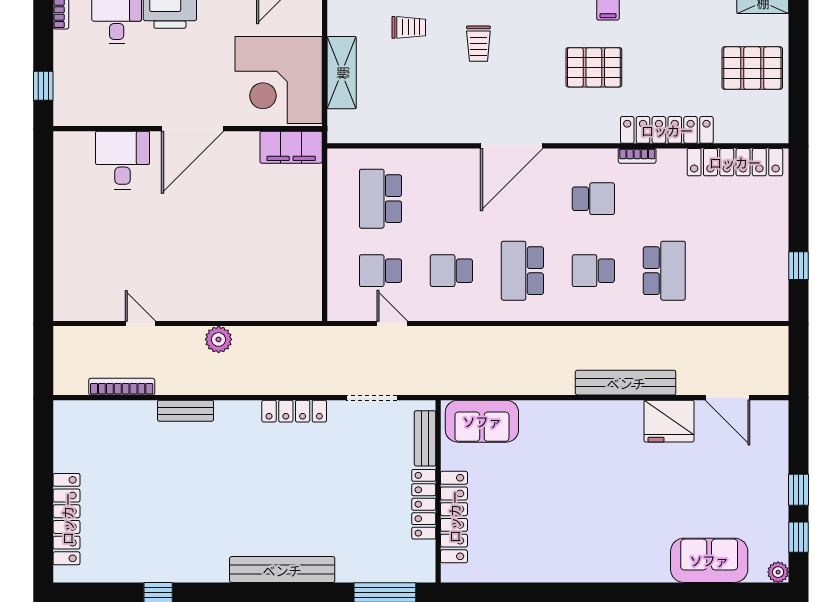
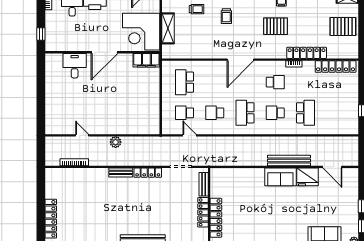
bench: (185, 411) -> (121, 172), moved
sofa: (482, 421) -> (280, 177), moved

